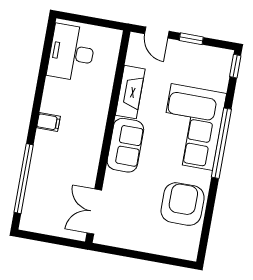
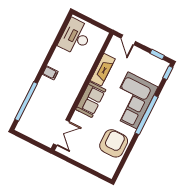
window: (191, 39) -> (157, 54), moved
double door: (94, 212) -> (61, 133), swing flipped

